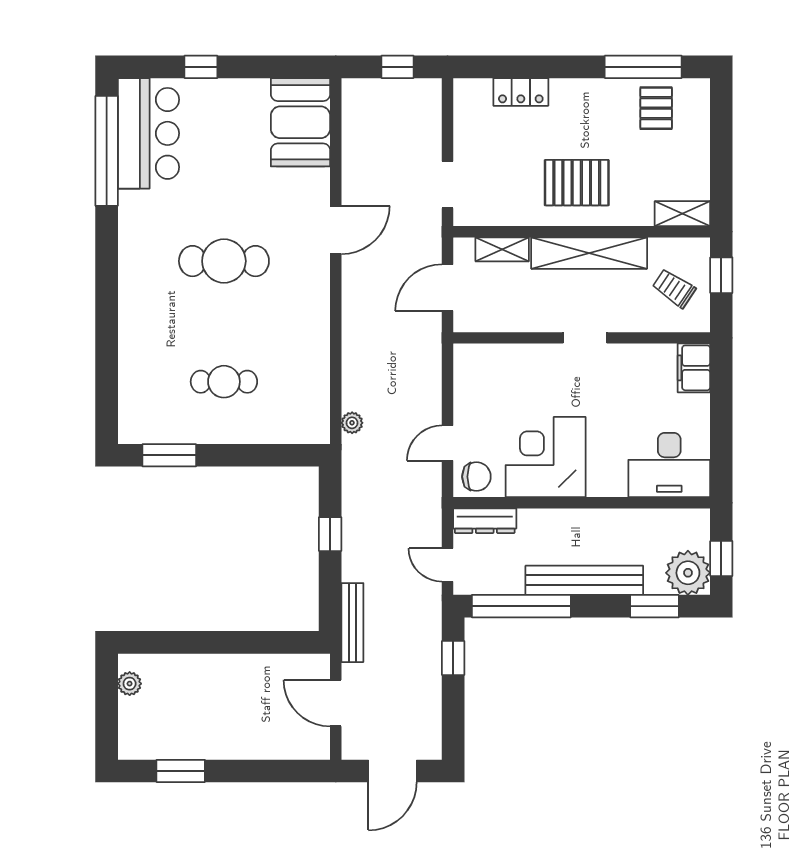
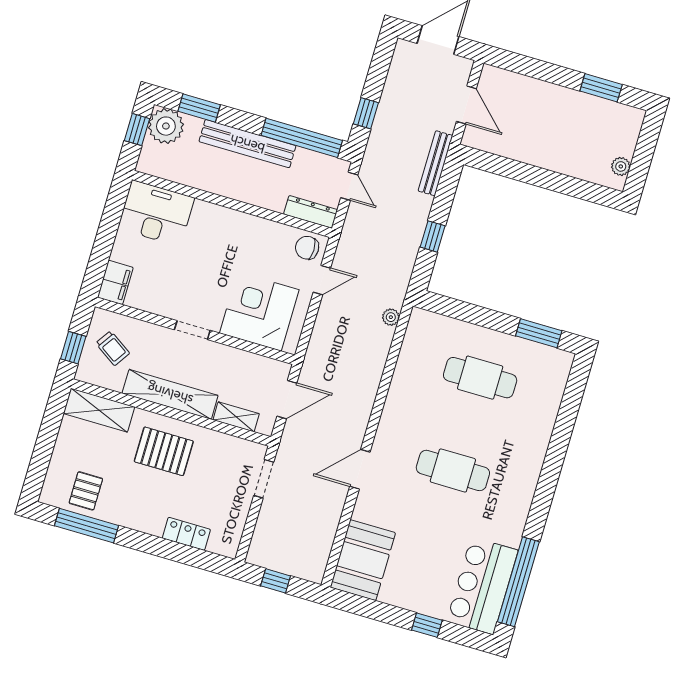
shelving: (682, 214) -> (99, 410), width x1.50, depth x1.33
cafe table: (224, 382) -> (480, 378), width x1.37, depth x1.35
corner desk: (546, 457) -> (259, 311), moved, turned 180

